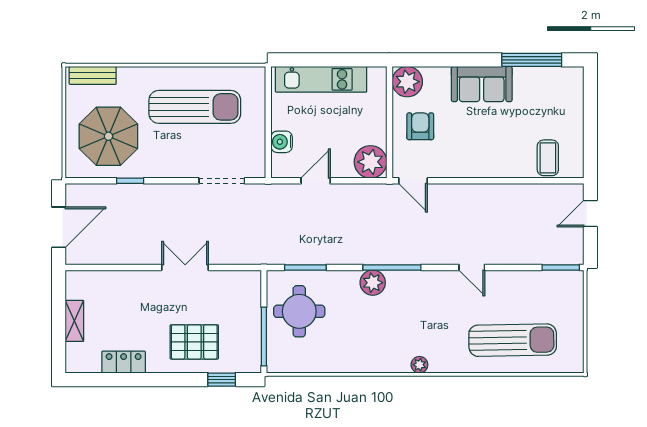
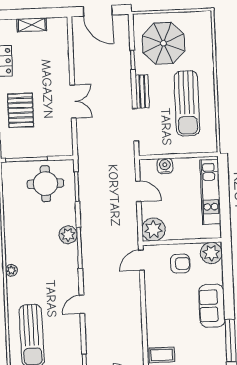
bench: (93, 75) -> (142, 91), moved

